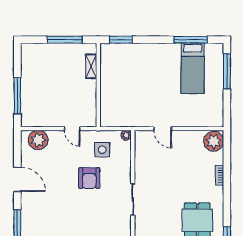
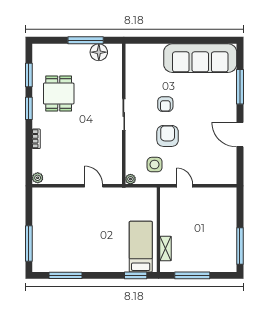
bed: (193, 68) -> (141, 247), moved
window: (17, 96) -> (240, 246), moved
plant: (38, 140) -> (219, 174), removed
plant: (214, 141) -> (38, 178), width x0.53, depth x0.53
window: (227, 205) -> (29, 108), added
armchair: (91, 210) -> (165, 104), added

